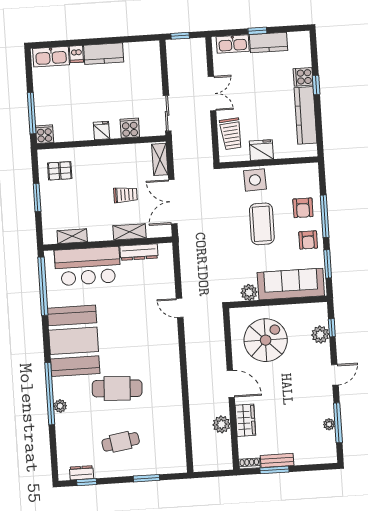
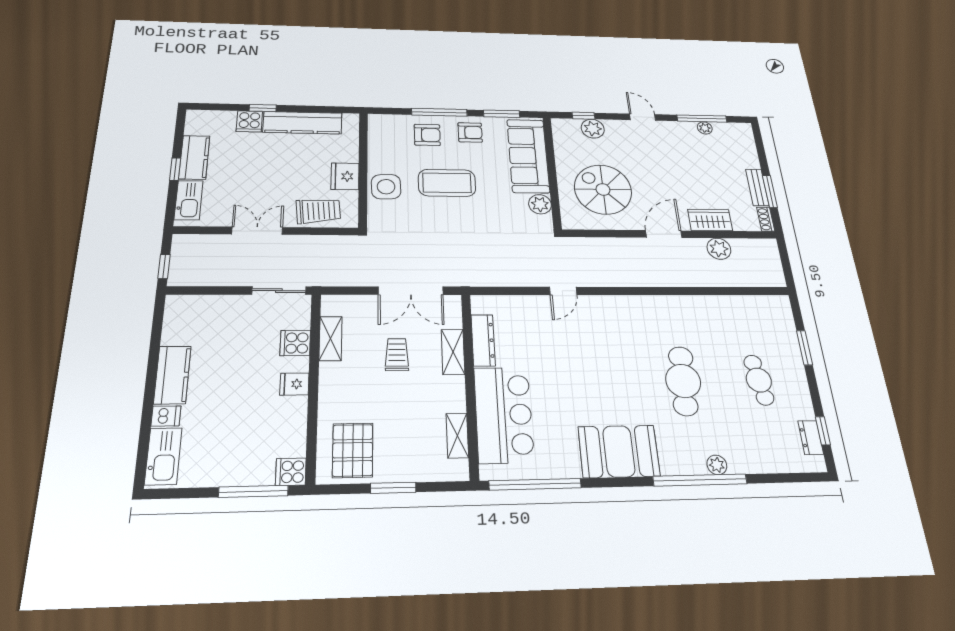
shelving: (160, 159) -> (331, 338), moved, turned 90
pallet: (60, 171) -> (353, 450), width x1.50, depth x1.42
booth: (74, 341) -> (619, 451), width x0.73, depth x0.70

